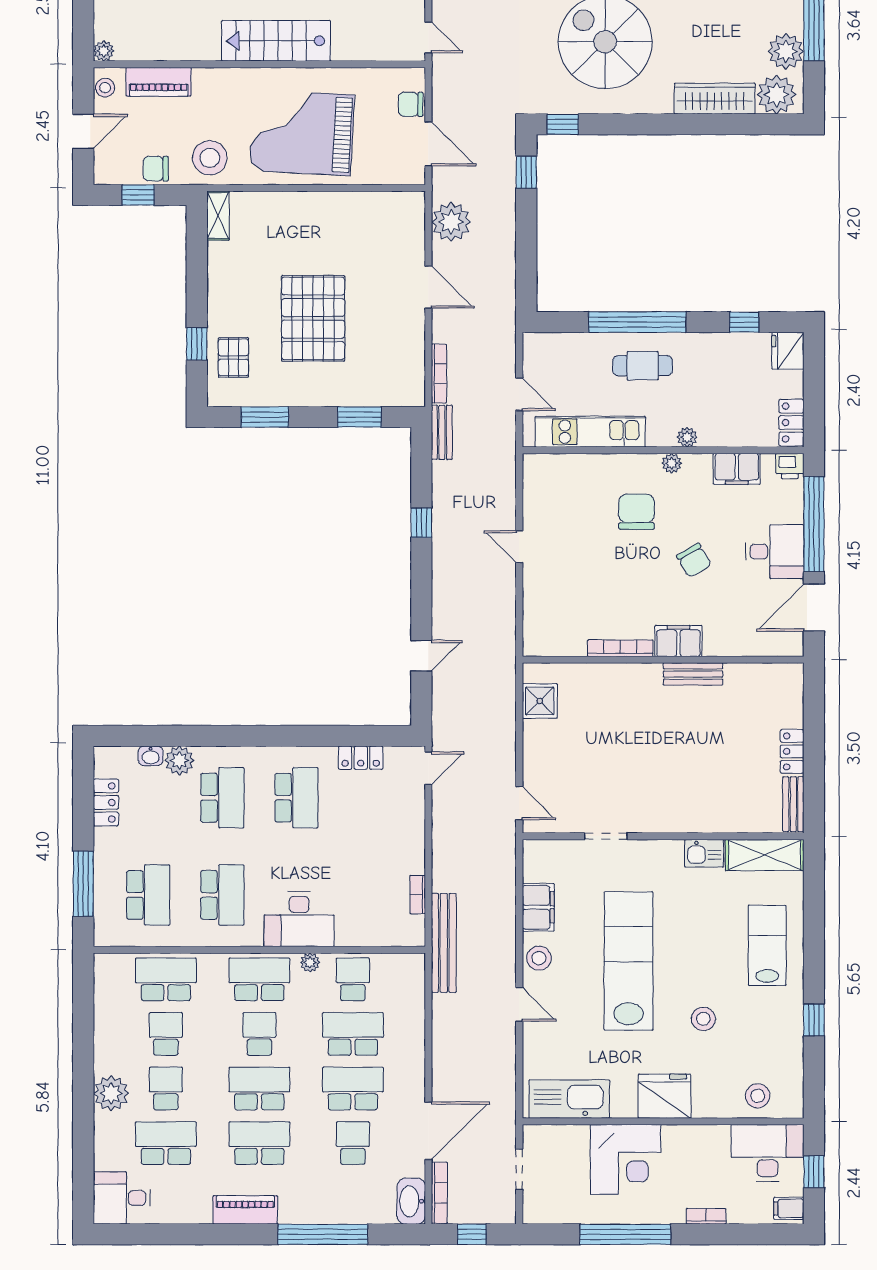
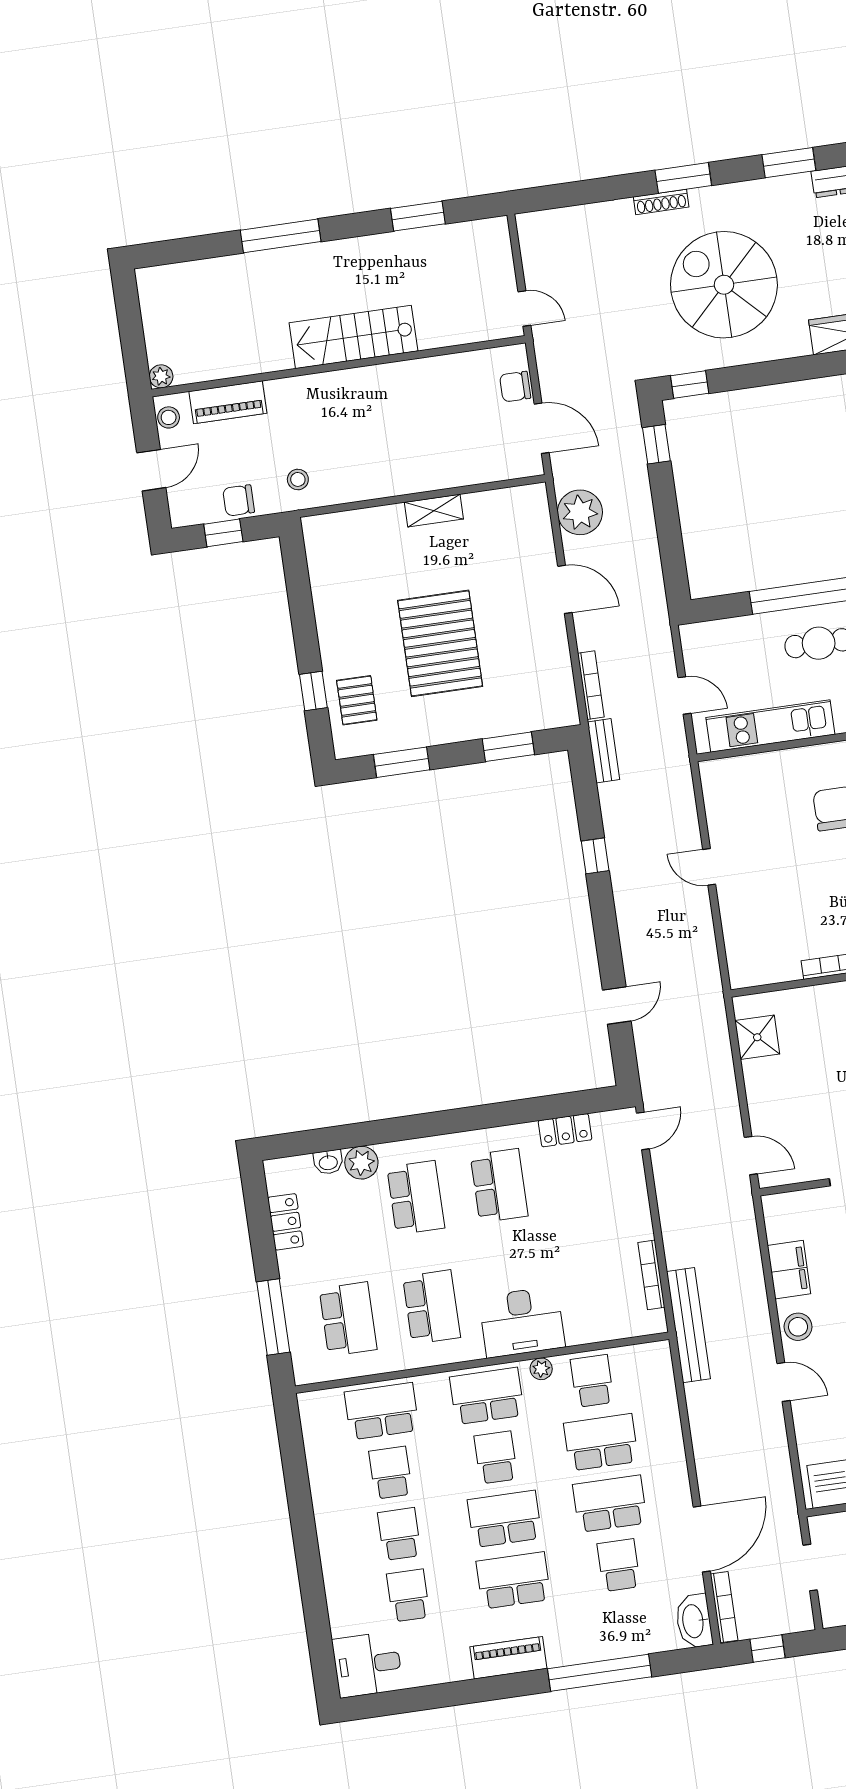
grand piano: (302, 133) -> (397, 436), removed
stool: (210, 158) -> (298, 479), width x0.53, depth x0.53
shelving: (218, 216) -> (434, 511), moved, turned 90
bookcase: (418, 895) -> (651, 1275), width x1.56
plant: (111, 1093) -> (339, 1549), removed
school desk: (166, 1143) -> (408, 1595), width x0.54

